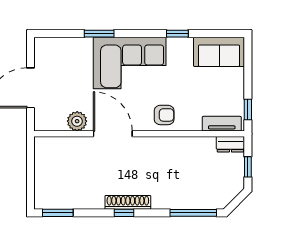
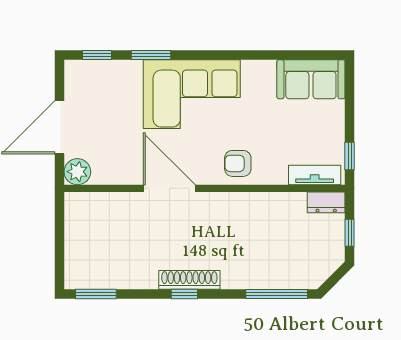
window: (177, 34) -> (97, 55), moved
armchair: (164, 115) -> (238, 163), turned 180
plant: (77, 121) -> (77, 172), moved

